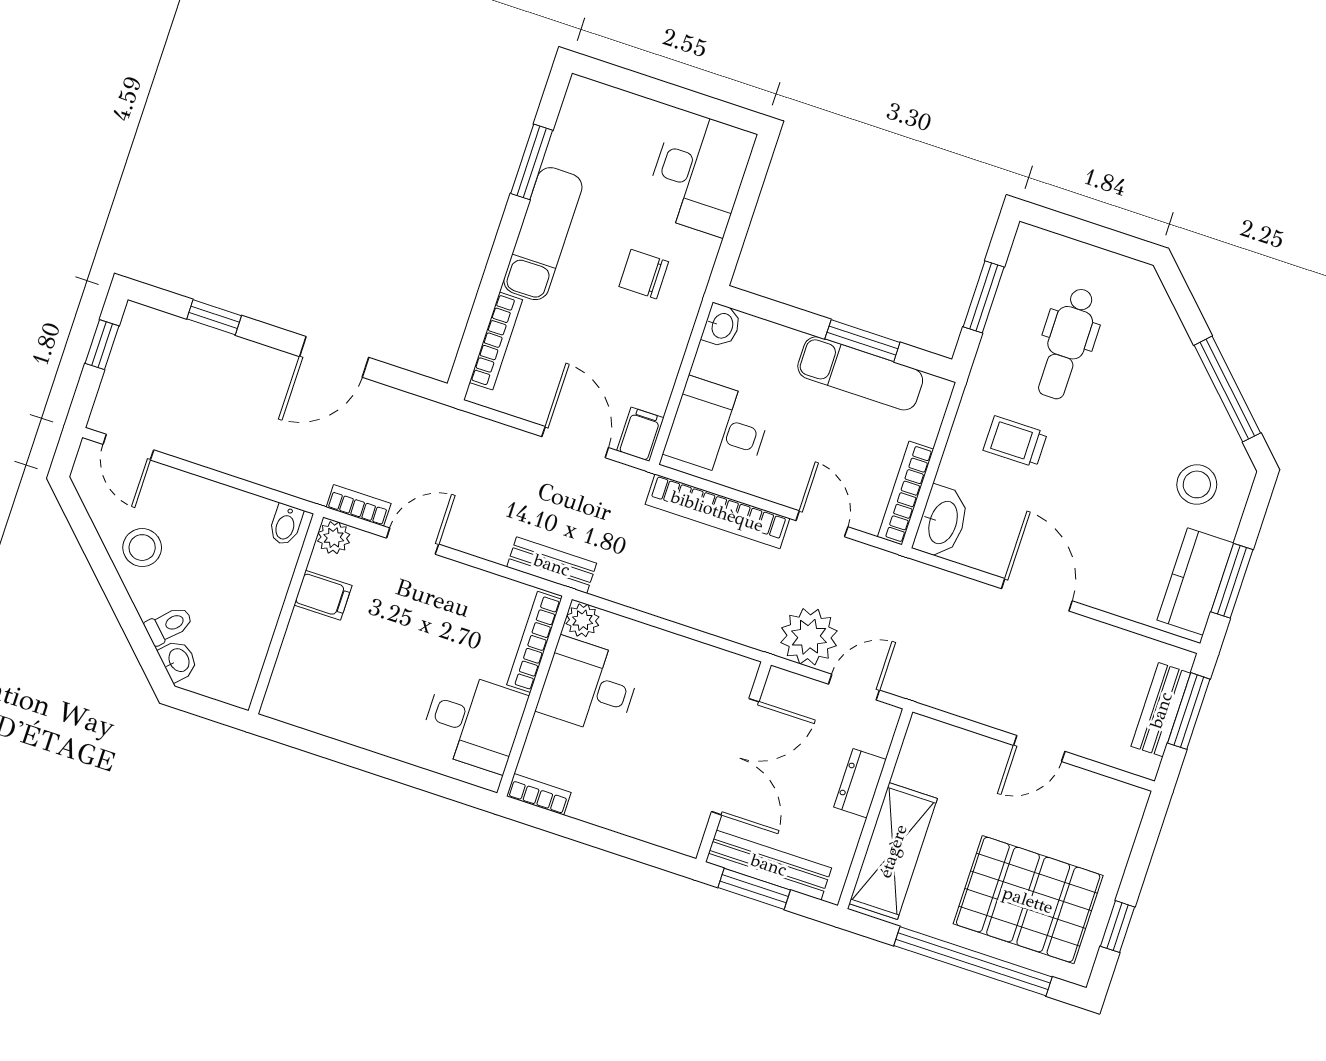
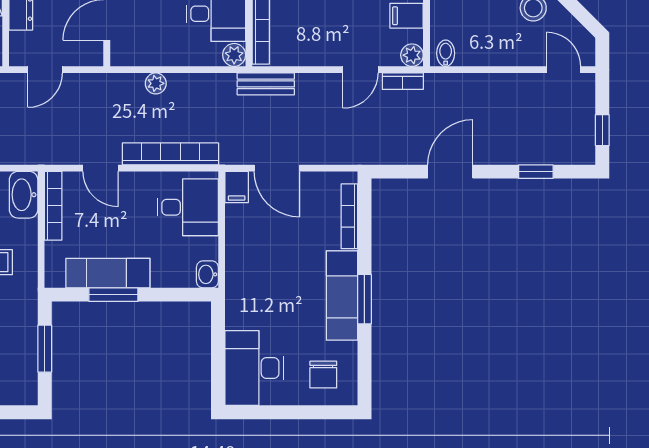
window: (532, 162) -> (364, 299), moved
chair: (644, 274) -> (323, 375), moved, turned 90
plant: (809, 637) -> (156, 83), moved, width x0.53, depth x0.53

